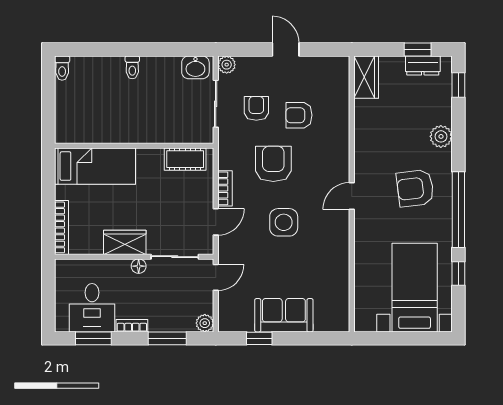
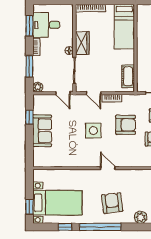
window: (422, 338) -> (29, 207), added

